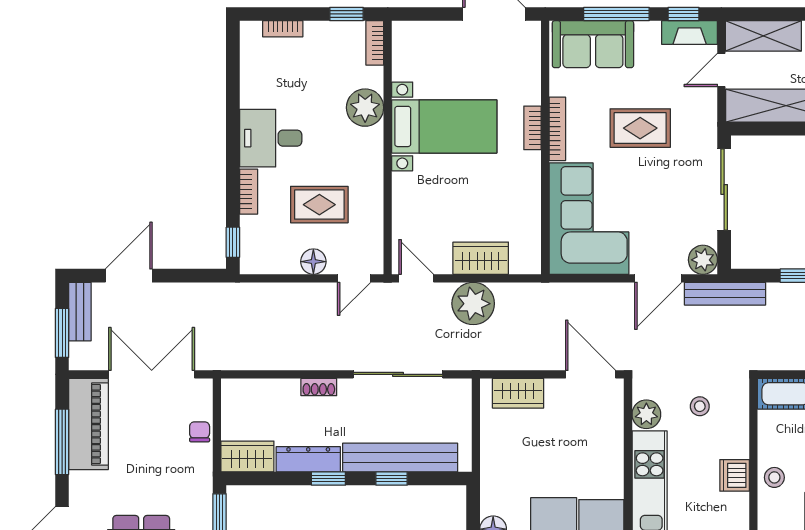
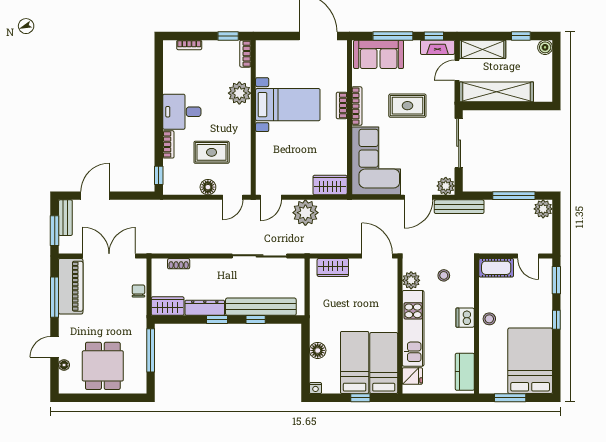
wardrobe: (481, 258) -> (330, 185), moved
door: (416, 278) -> (271, 197), swing flipped
shoe rack: (319, 387) -> (179, 264), moved

